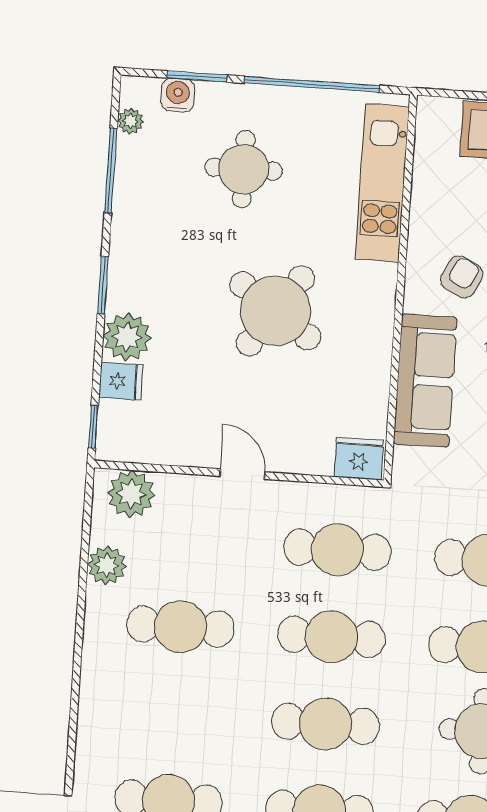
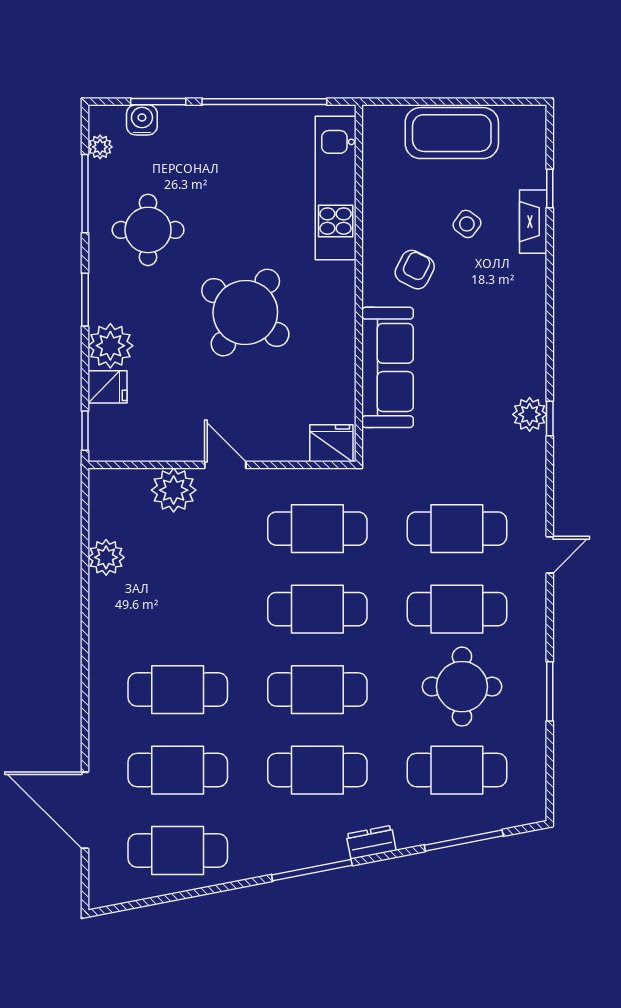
round table: (244, 169) -> (148, 230), moved
plant: (131, 494) -> (174, 490), moved
cafe table: (180, 626) -> (178, 690), moved

